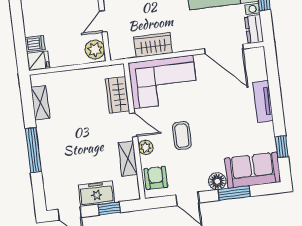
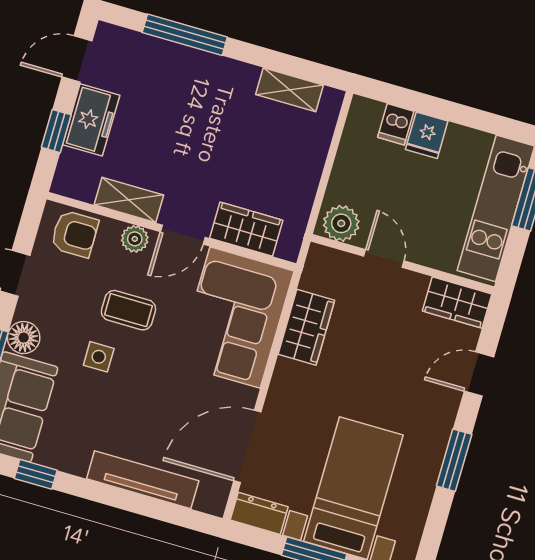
fridge: (38, 61) -> (427, 135), moved
tv unit: (263, 102) -> (143, 480), width x1.41
side table: (211, 140) -> (99, 357), added
window: (33, 150) -> (185, 35), moved

